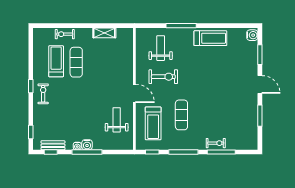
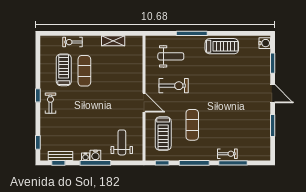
weight bench: (161, 48) -> (171, 56), turned 90
weight bench: (117, 120) -> (122, 142), moved

